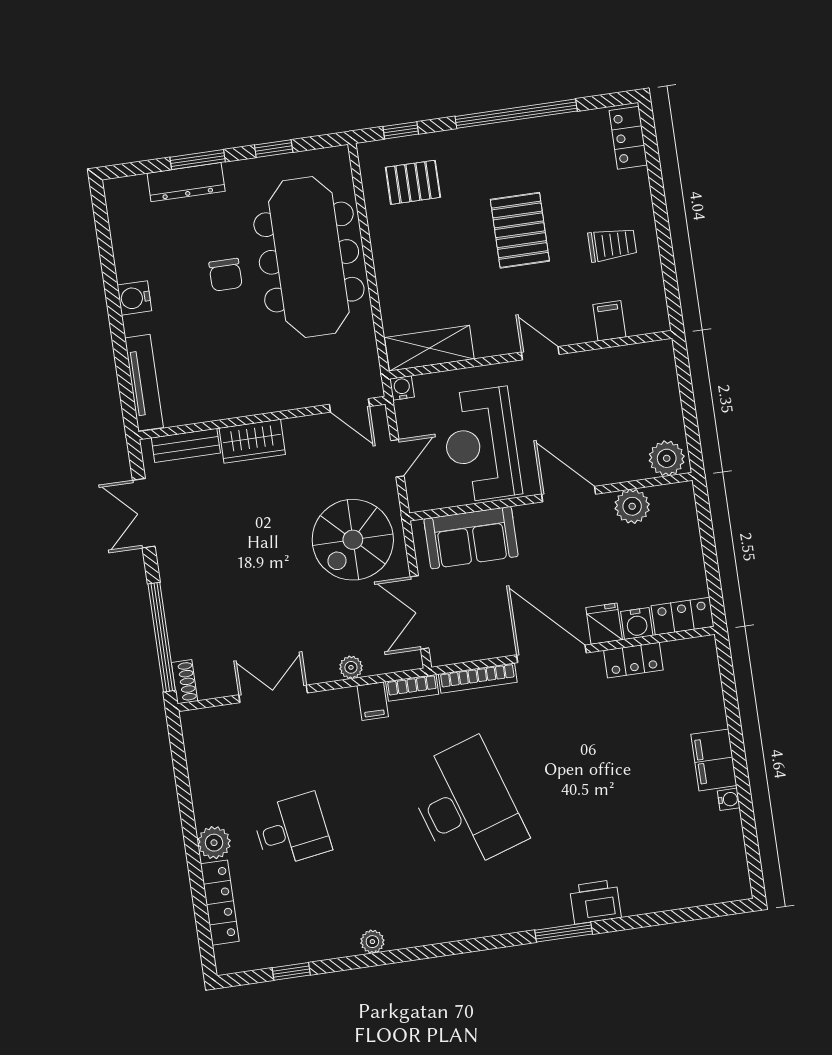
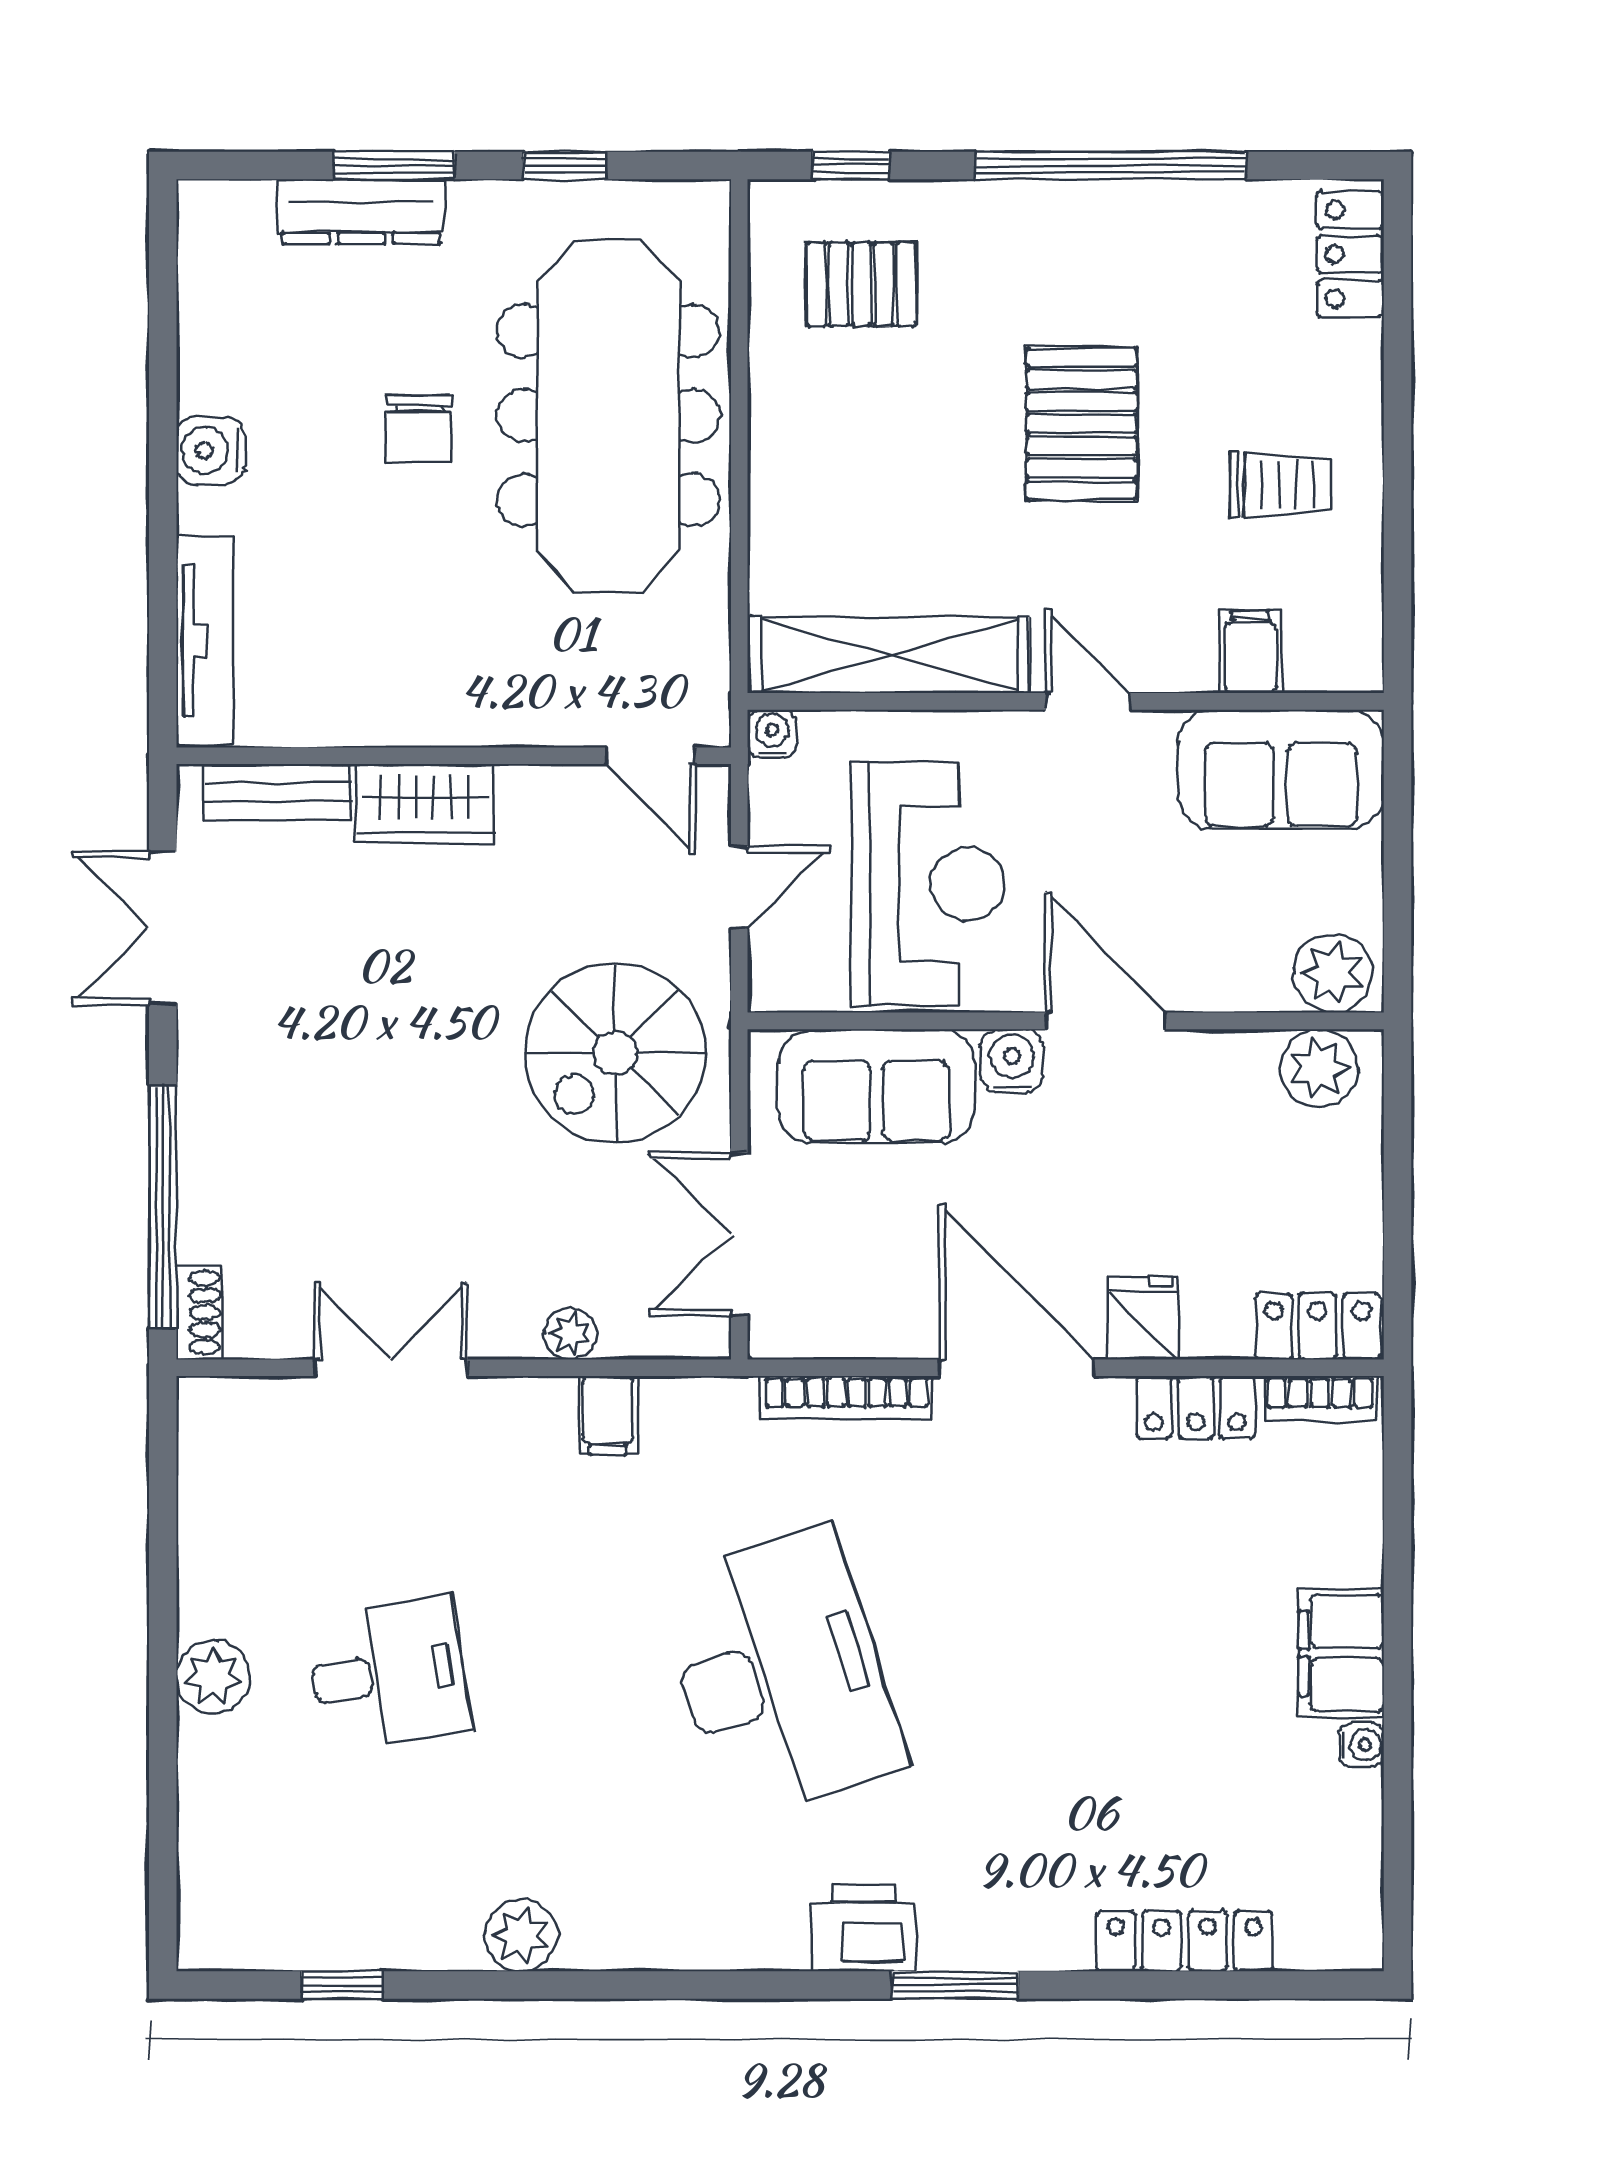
shelving: (429, 348) -> (890, 655), width x1.47
sofa: (630, 371) -> (1281, 769), added
reception desk: (481, 445) -> (928, 884), turned 180
plant: (632, 506) -> (1319, 1068), moved
water cooler: (637, 623) -> (1012, 1061), moved, turned 180
bookcase: (412, 688) -> (1320, 1398), moved
printer: (595, 902) -> (864, 1928), moved
locker: (220, 903) -> (1185, 1941), moved, turned -90
plant: (372, 942) -> (521, 1935), width x1.38, depth x1.38

